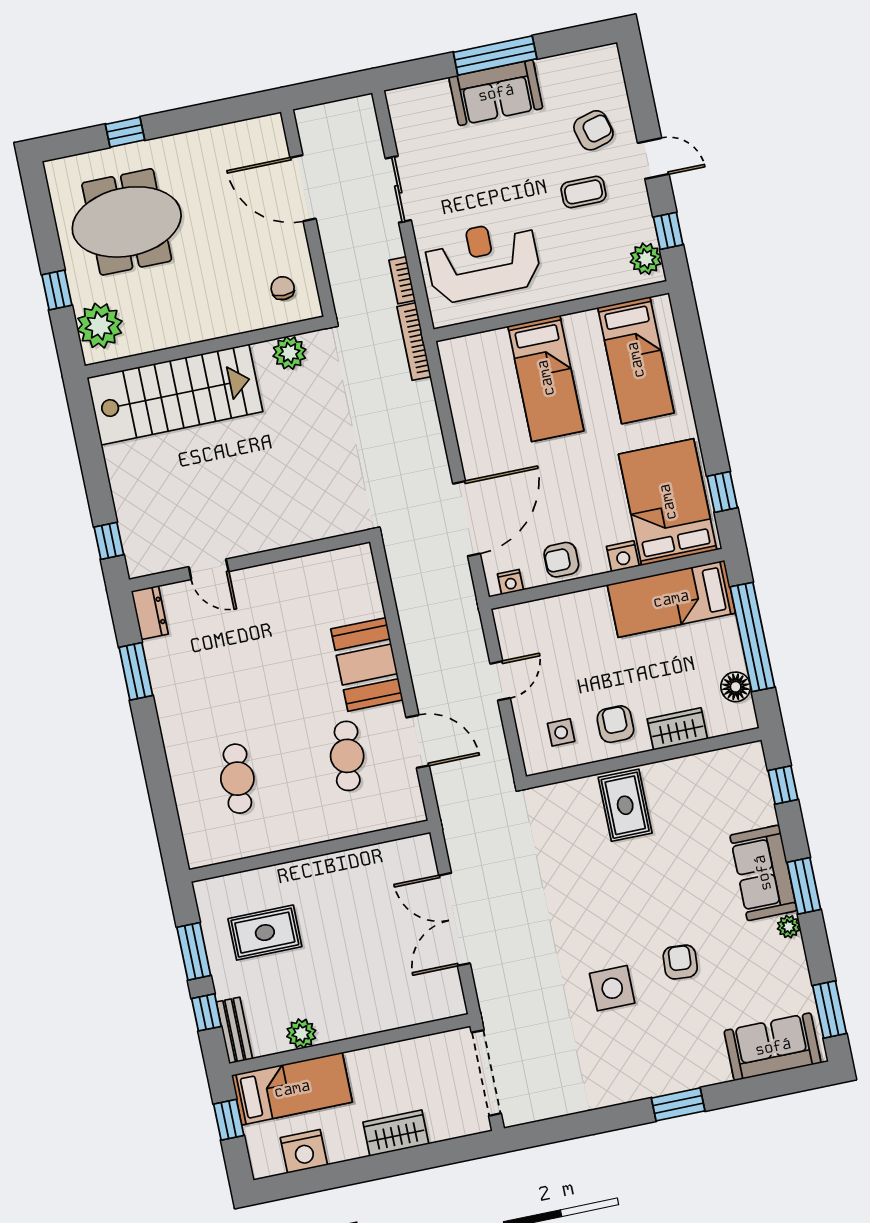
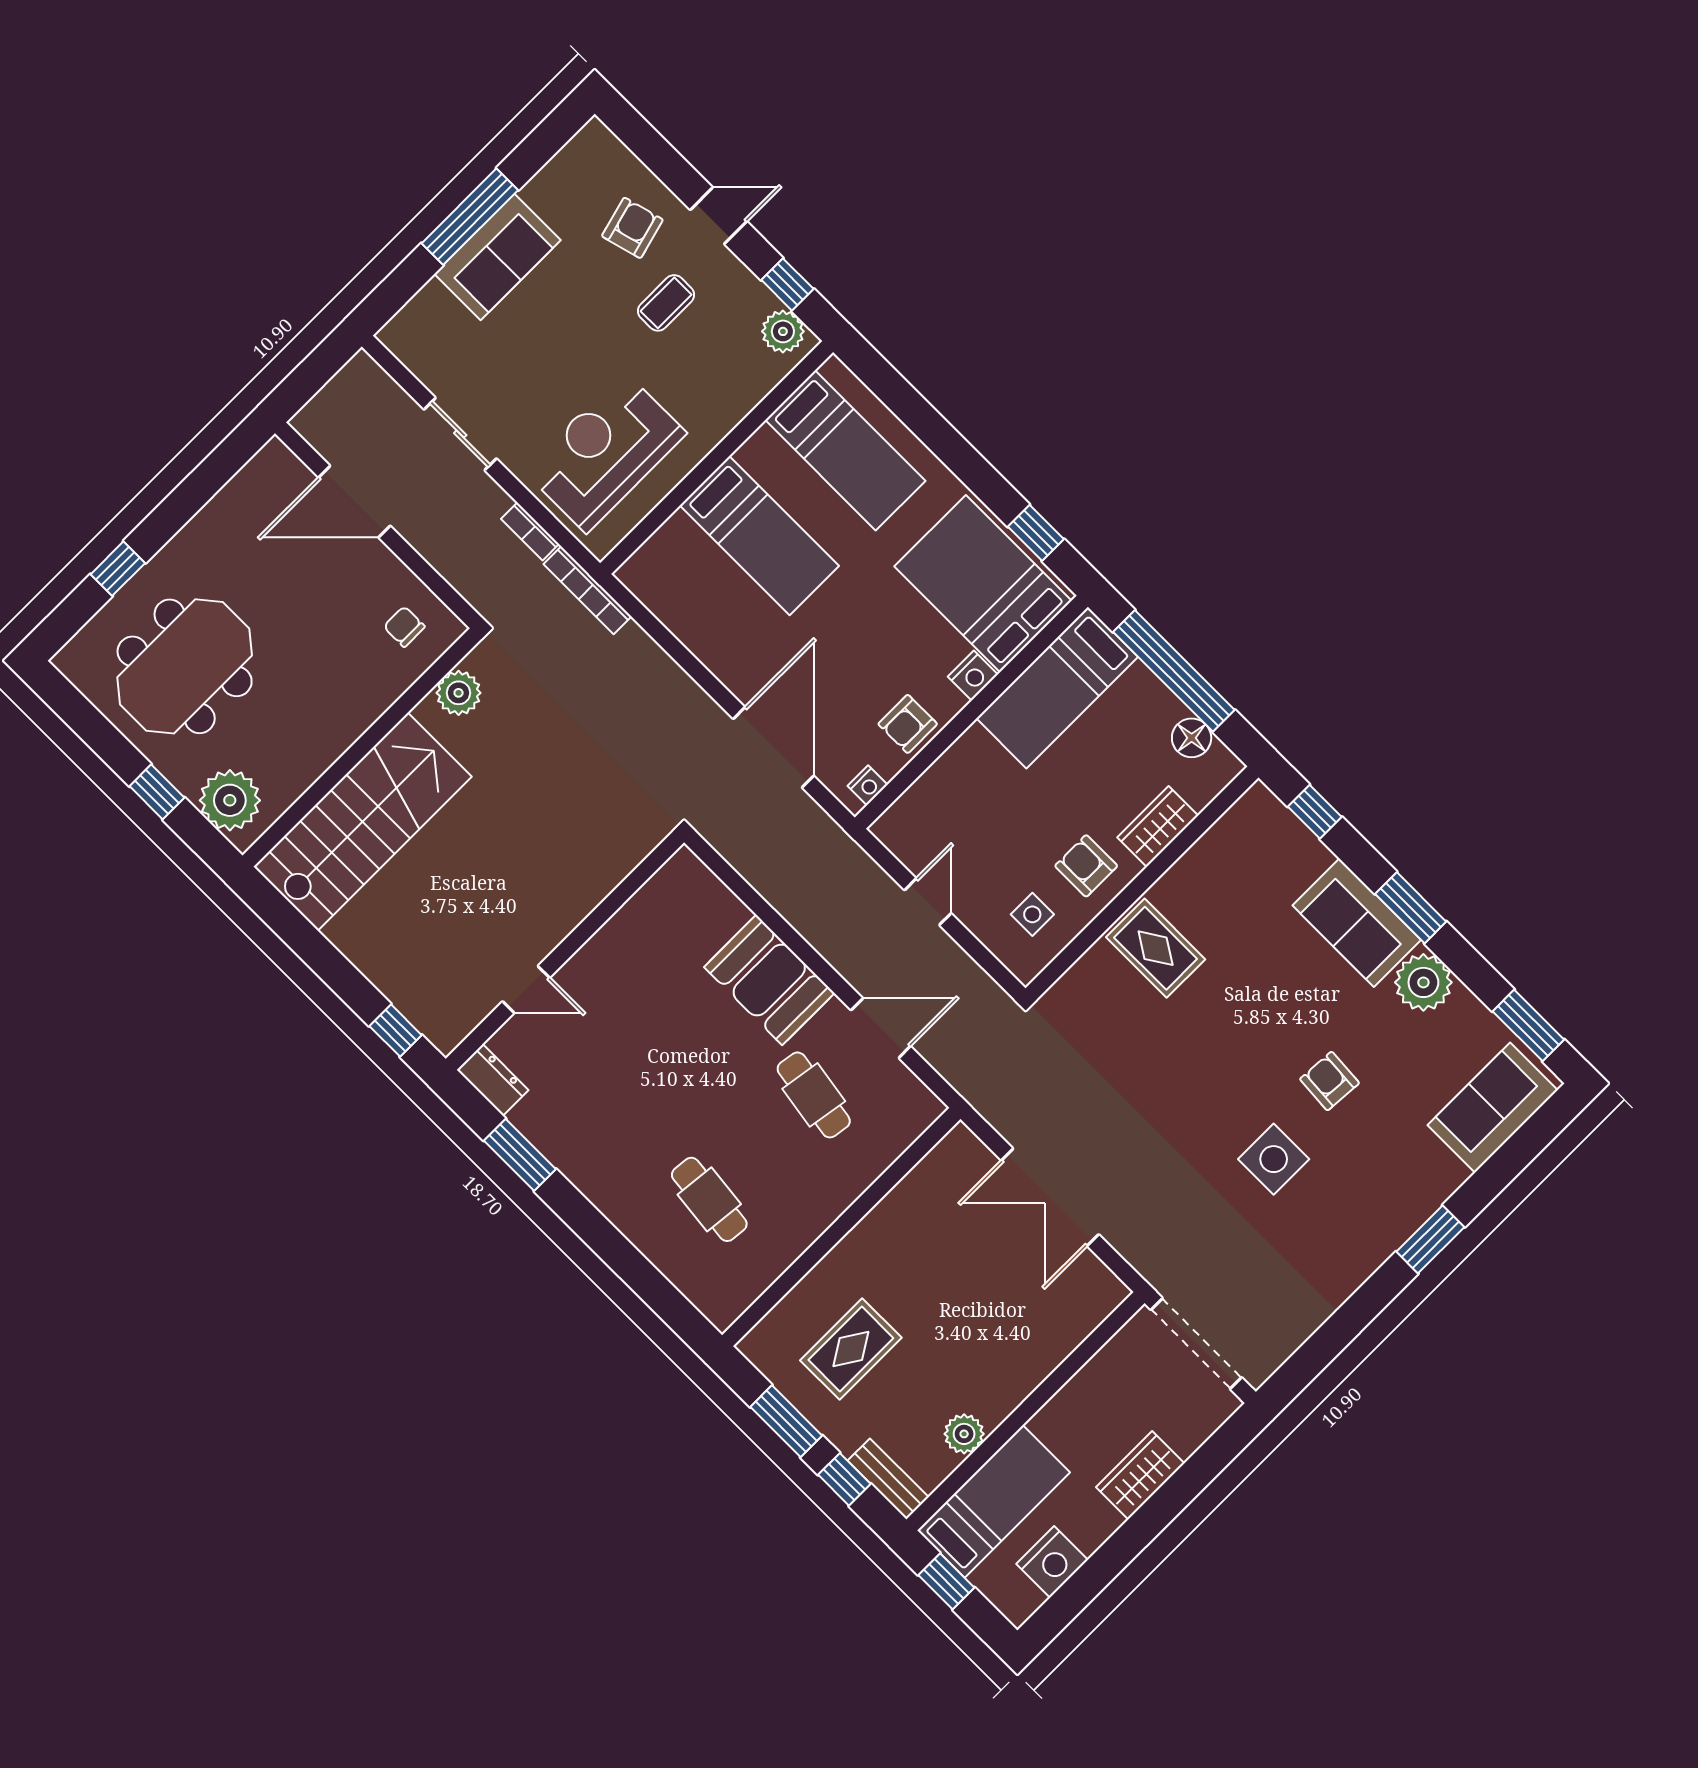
plant: (789, 927) -> (1423, 982), width x1.88, depth x1.88

